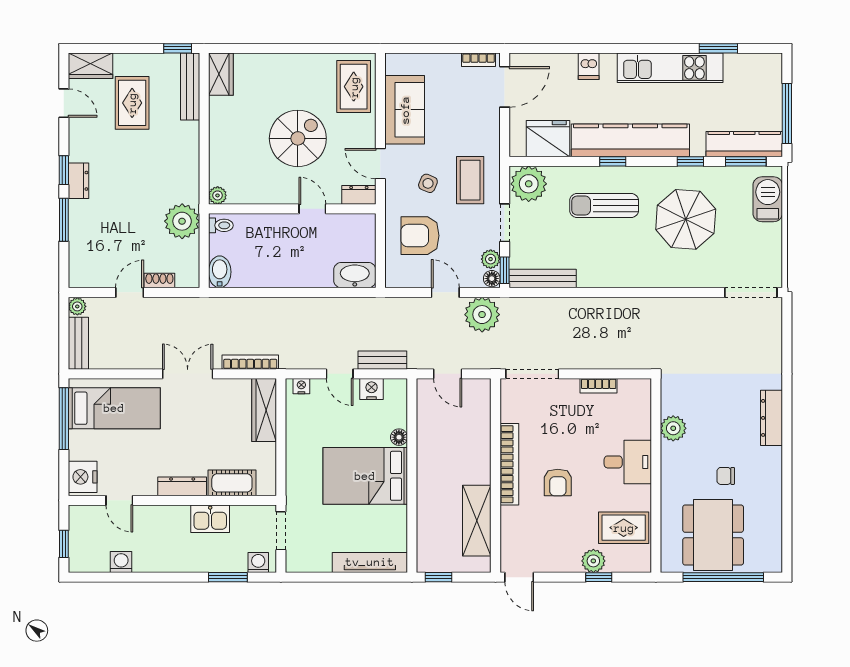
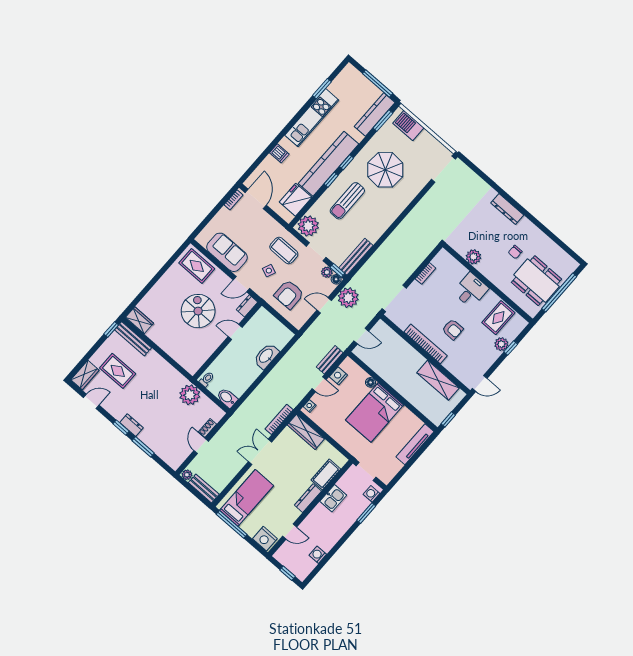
window: (690, 161) -> (346, 162), moved
plant: (218, 195) -> (192, 369), removed
washbasin: (355, 275) -> (266, 356), moved

